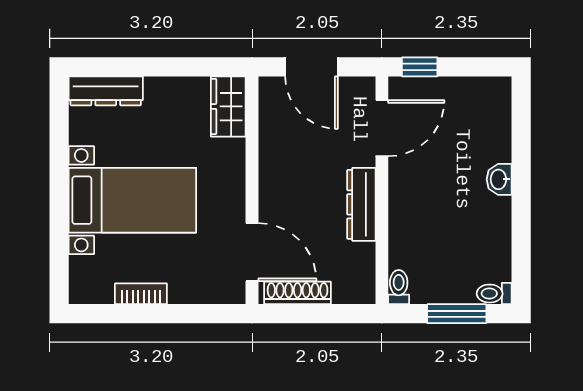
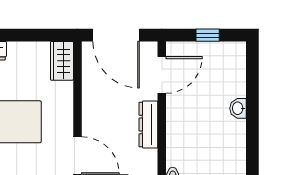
door: (312, 67) -> (116, 35), width x1.36
window: (420, 67) -> (208, 35), moved

